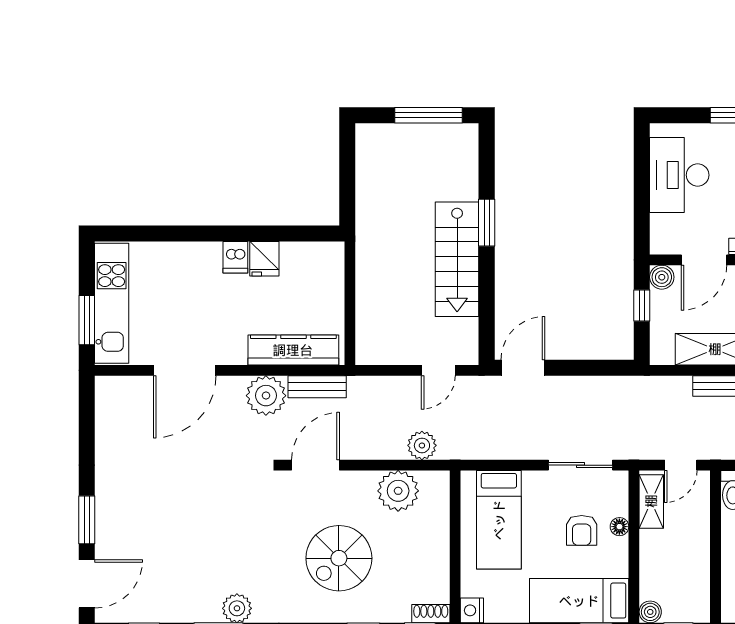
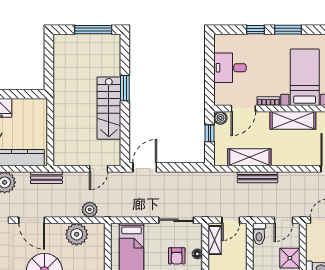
desk: (679, 175) -> (230, 68), width x0.73
bench: (317, 387) -> (46, 178), moved
door: (316, 465) -> (32, 220), swing flipped

